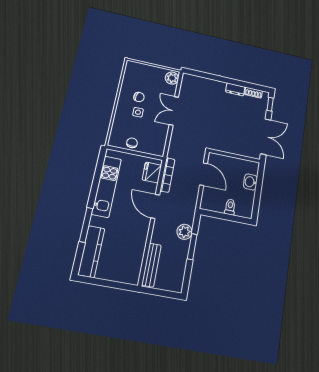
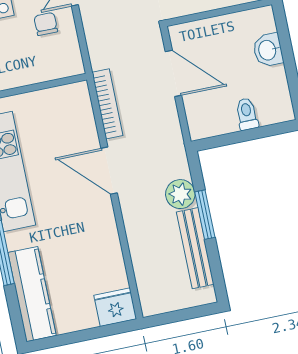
chair: (132, 143) -> (46, 24), moved
fridge: (152, 173) -> (115, 307), moved, turned 90
bench: (151, 265) -> (195, 248), moved

